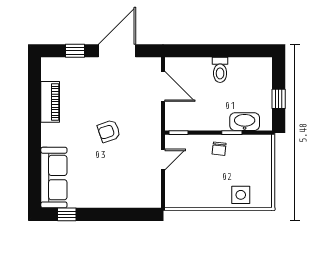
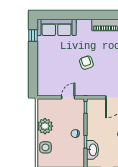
door: (163, 160) -> (68, 97), swing flipped
plant: (208, 196) -> (45, 126), added

